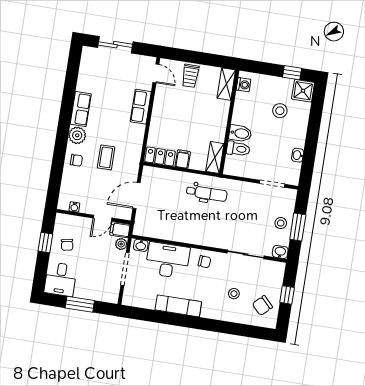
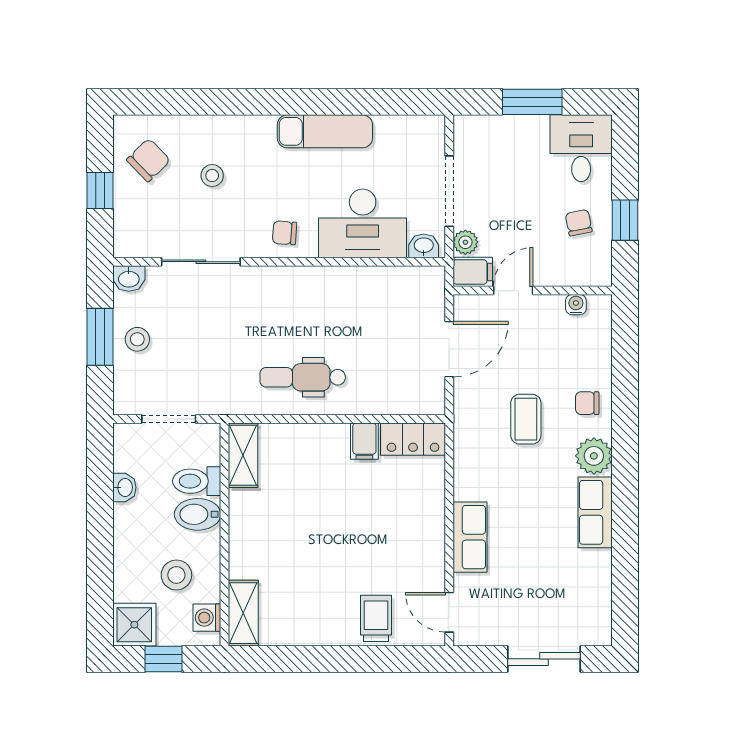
shelving: (226, 84) -> (243, 613), moved
washing machine: (243, 85) -> (207, 618), moved
wall: (229, 122) -> (225, 534), moved
bidet: (240, 133) -> (198, 514), moved
toilet: (238, 149) -> (197, 481), moved
shelving: (215, 157) -> (243, 455), moved

